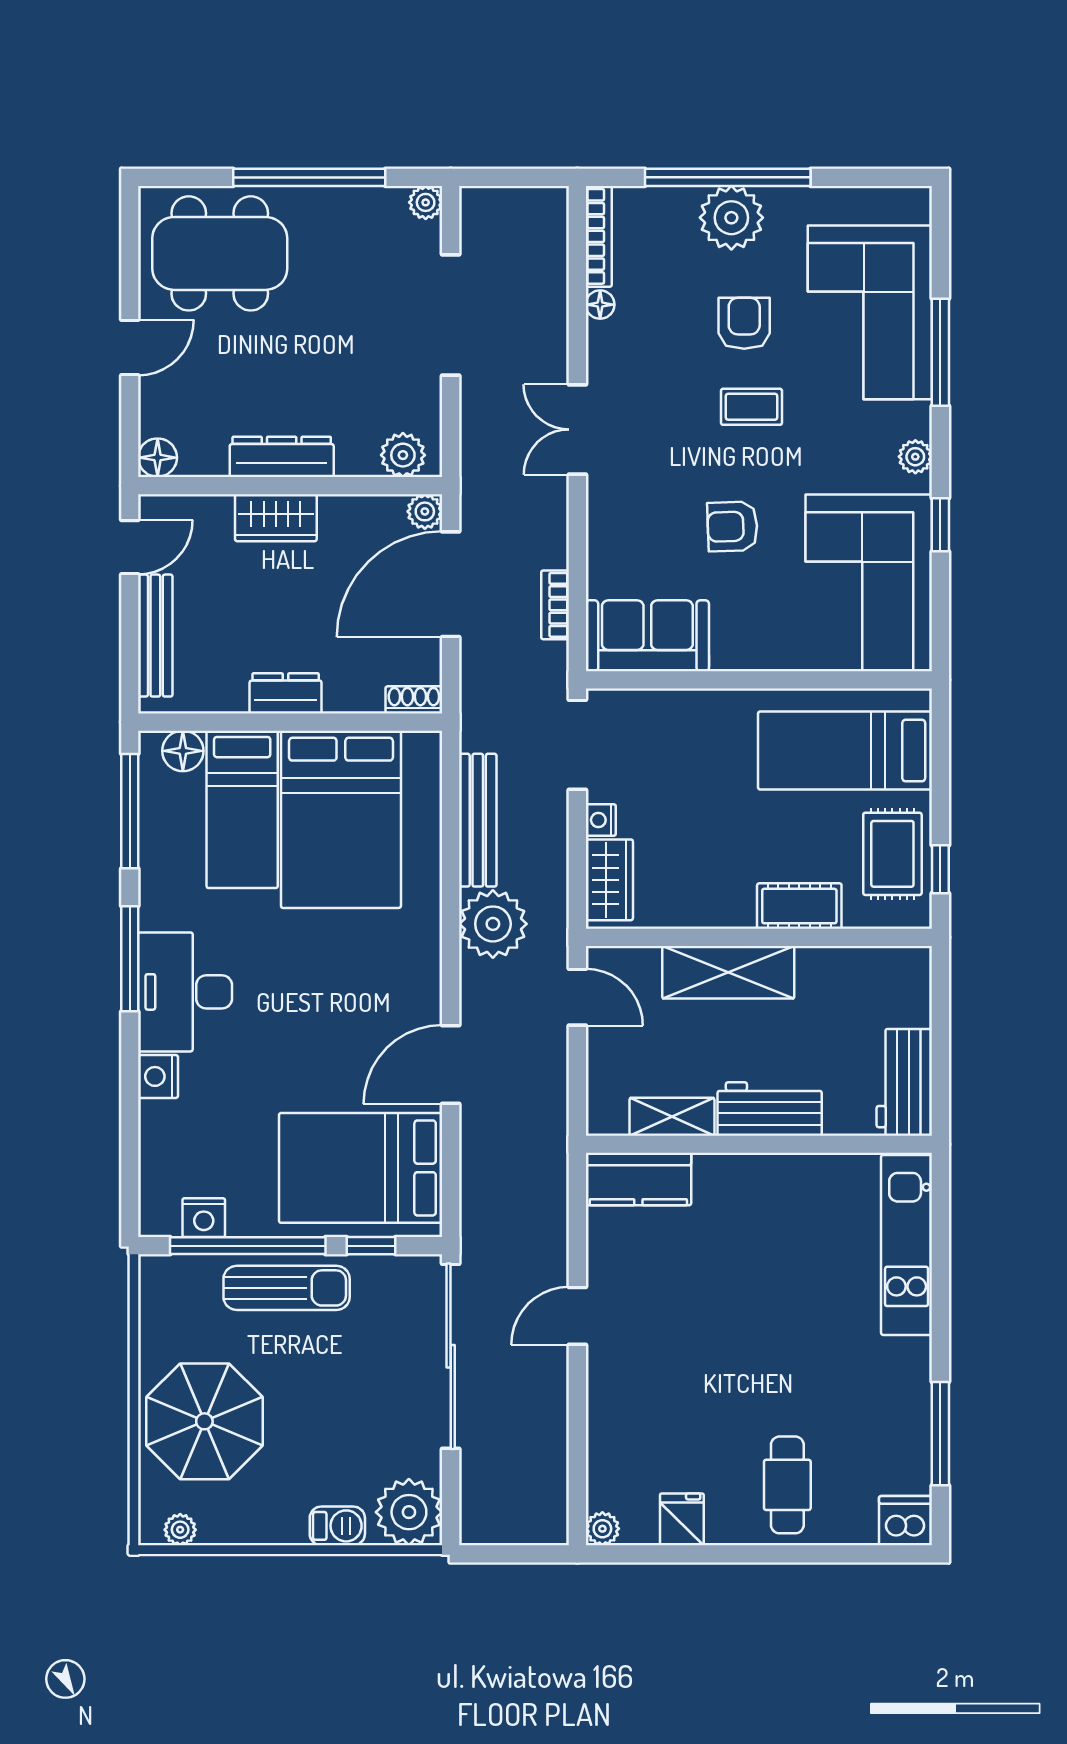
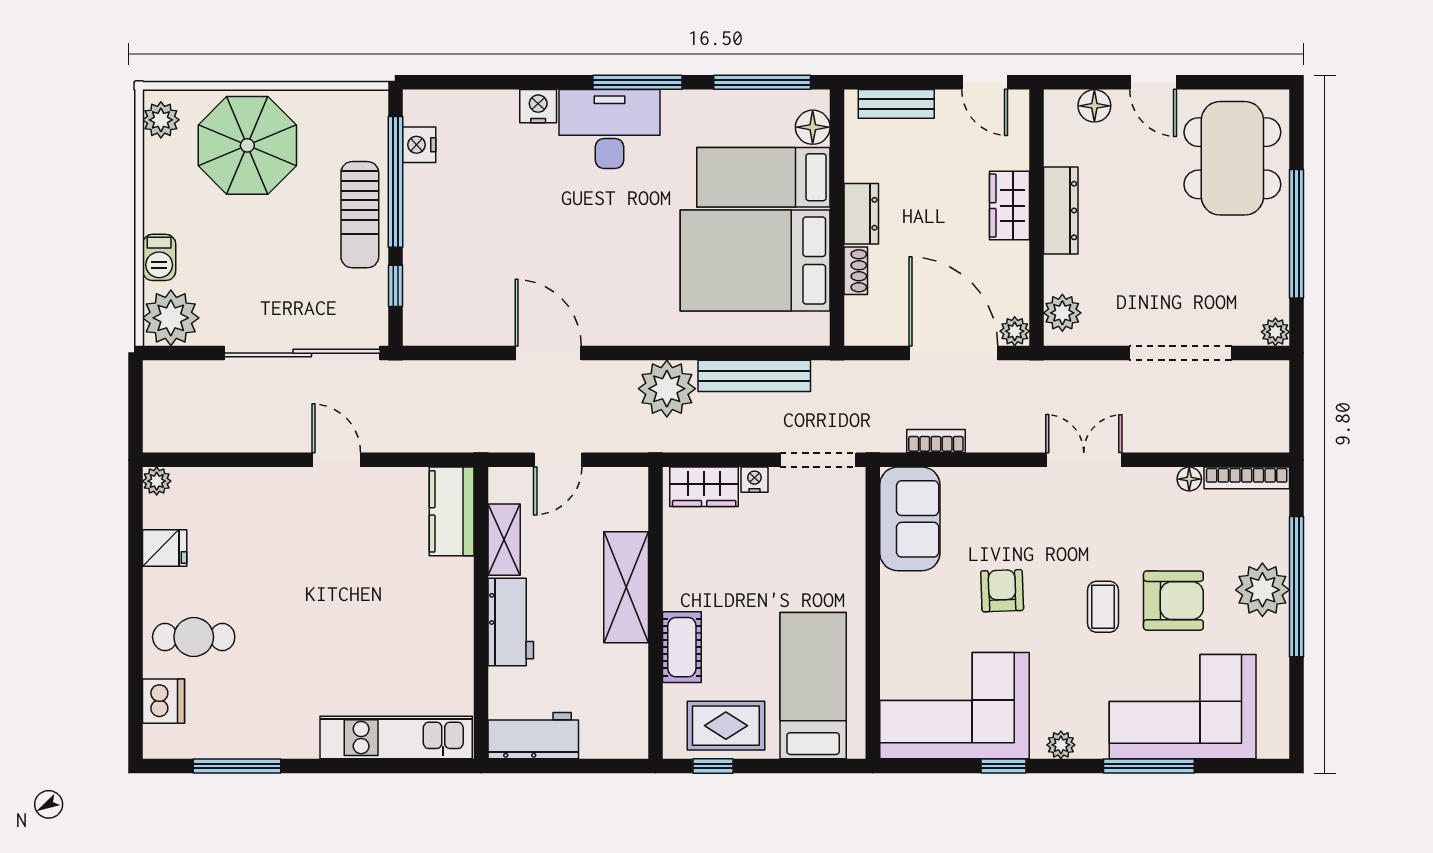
armchair: (744, 323) -> (1173, 601), width x1.38, depth x1.38
floor lamp: (158, 458) -> (1094, 106), moved
bench: (155, 636) -> (896, 104), width x0.73
shoe rack: (414, 700) -> (856, 271), moved
door: (577, 997) -> (558, 460), moved
bed: (361, 1168) -> (461, 277), removed
dishwasher: (906, 1521) -> (164, 701), moved
plant: (180, 1530) -> (161, 120), width x1.38, depth x1.38

